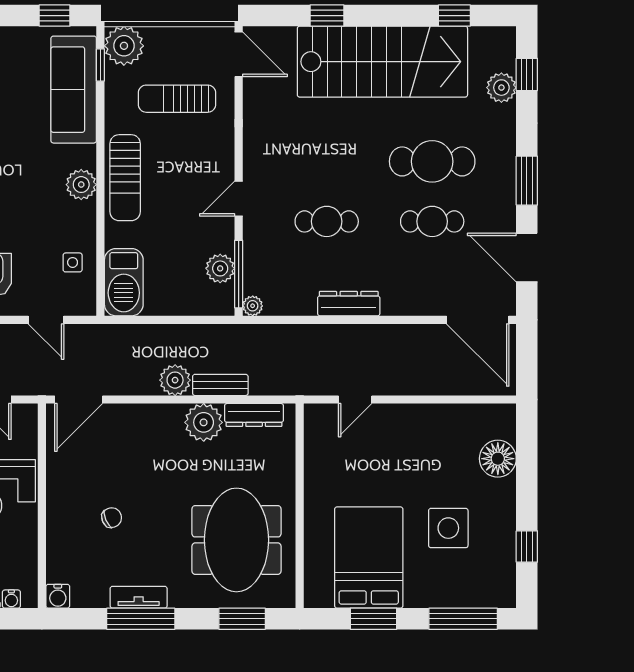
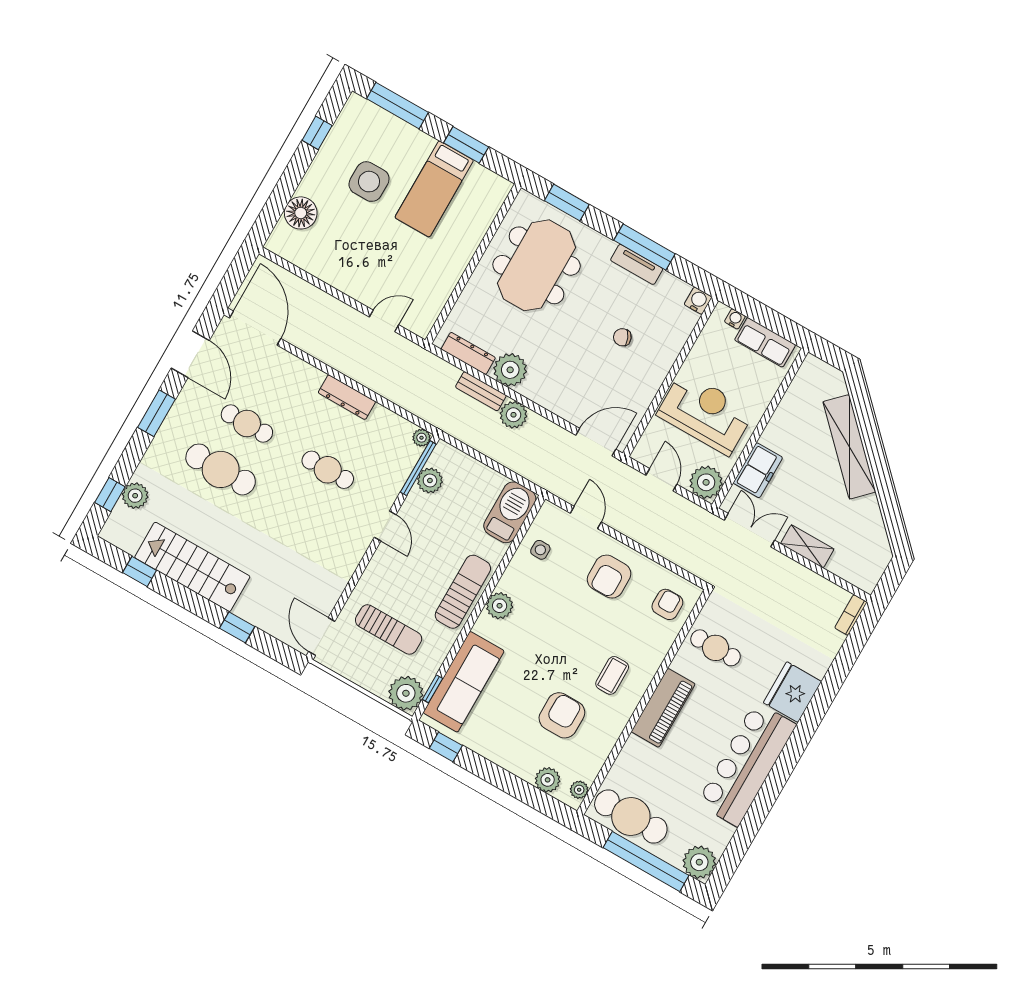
stairs: (382, 62) -> (192, 567), width x0.73, depth x0.66
door: (239, 199) -> (385, 526), hinge flipped
bed: (369, 558) -> (434, 189), width x0.67

